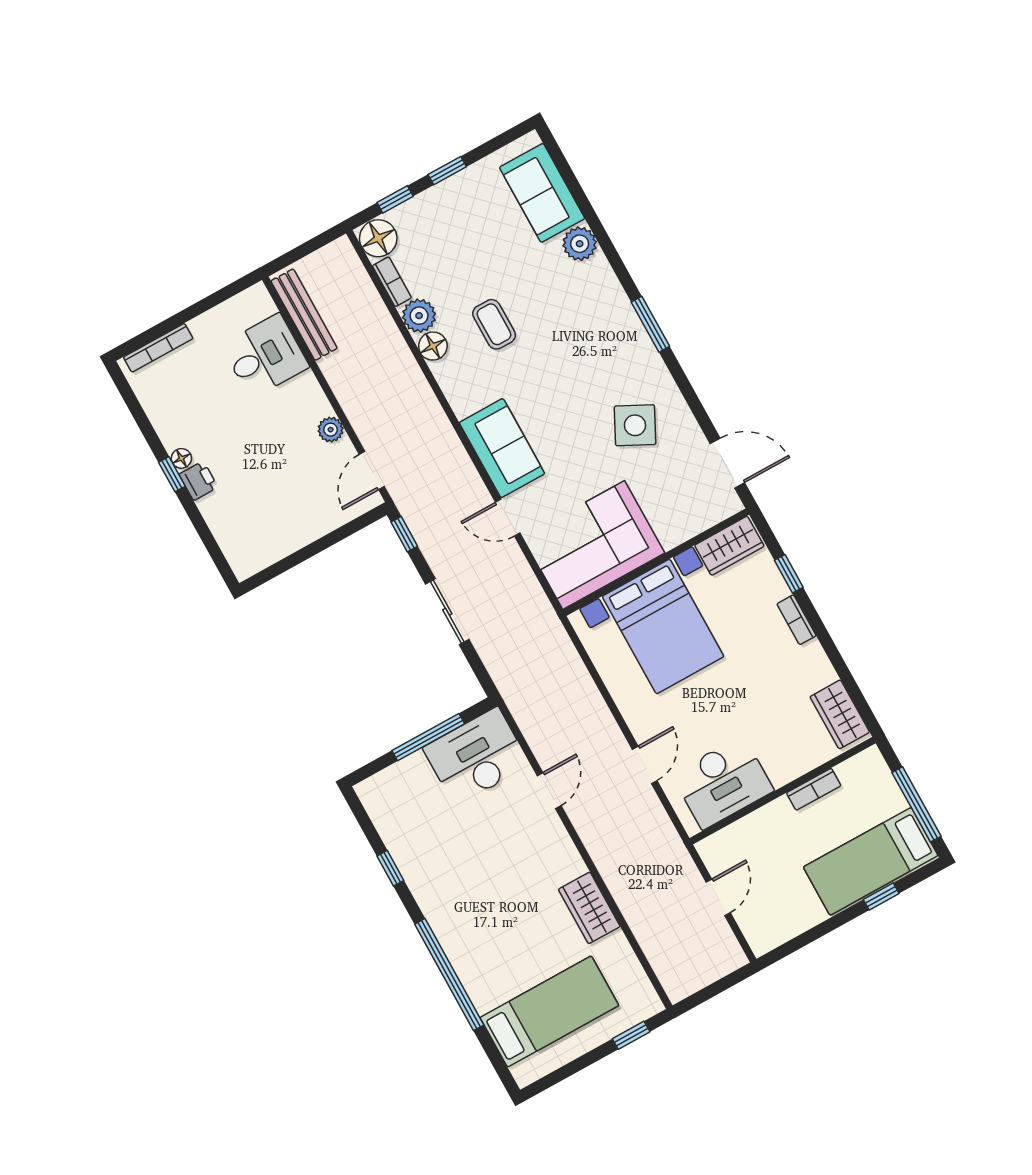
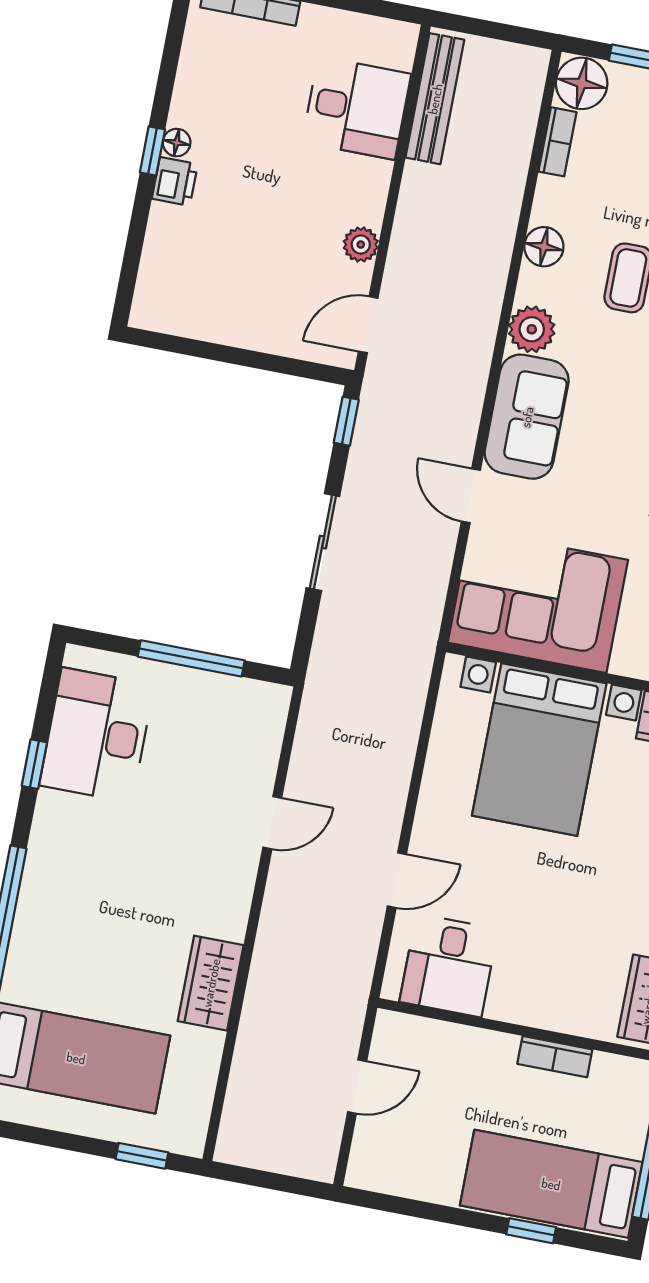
plant: (419, 316) -> (532, 329), moved
desk: (476, 756) -> (97, 735), moved, turned -90
desk: (723, 782) -> (449, 965), width x0.73

